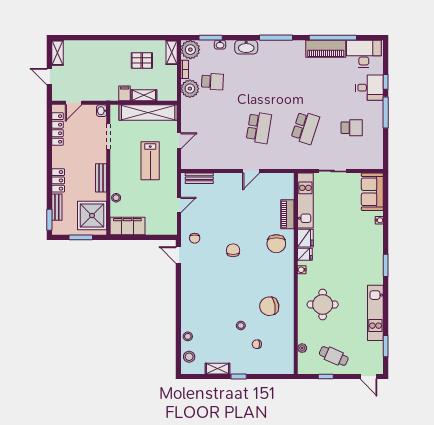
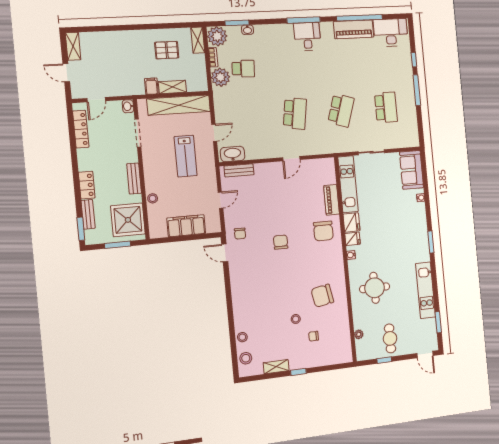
washbasin: (246, 47) -> (233, 154), moved, turned 180
desk: (370, 88) -> (307, 37), moved, turned -90
school desk: (352, 128) -> (386, 107), width x1.85
filing cabinet: (127, 226) -> (186, 226), moved
cafe table: (334, 356) -> (390, 338), turned 66

